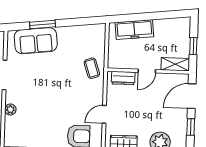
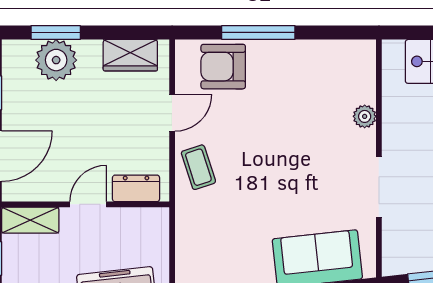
coffee table: (92, 68) -> (198, 167), moved

